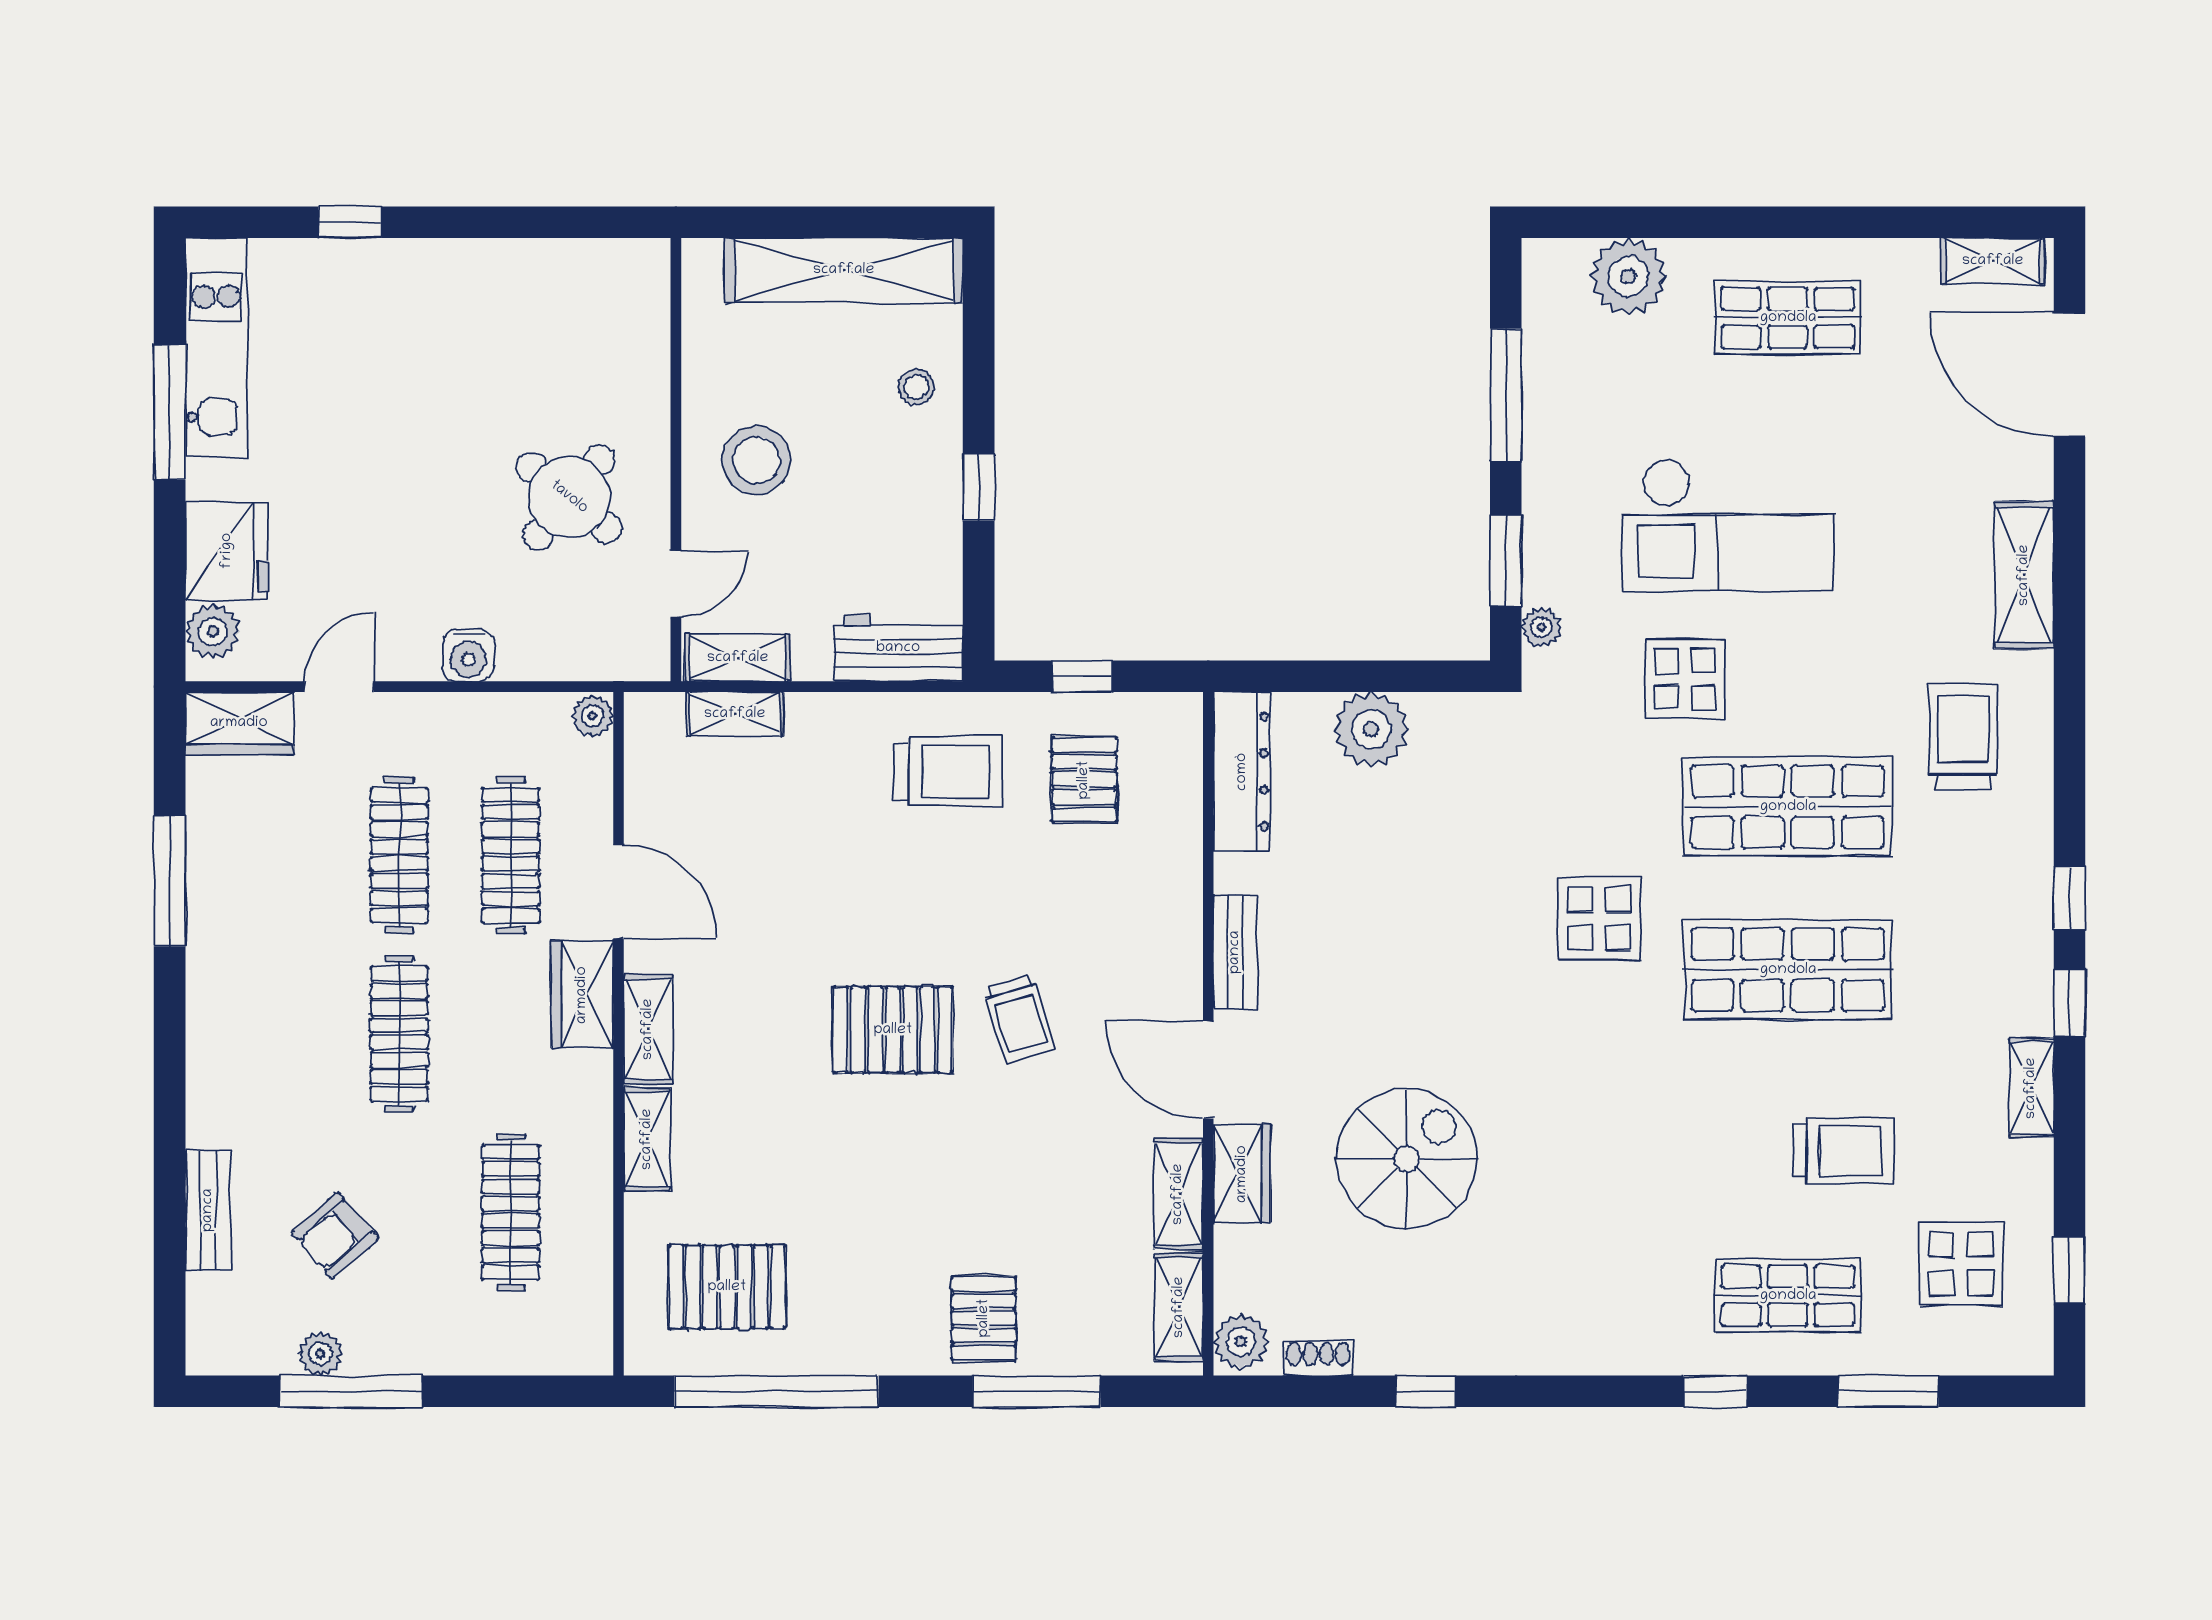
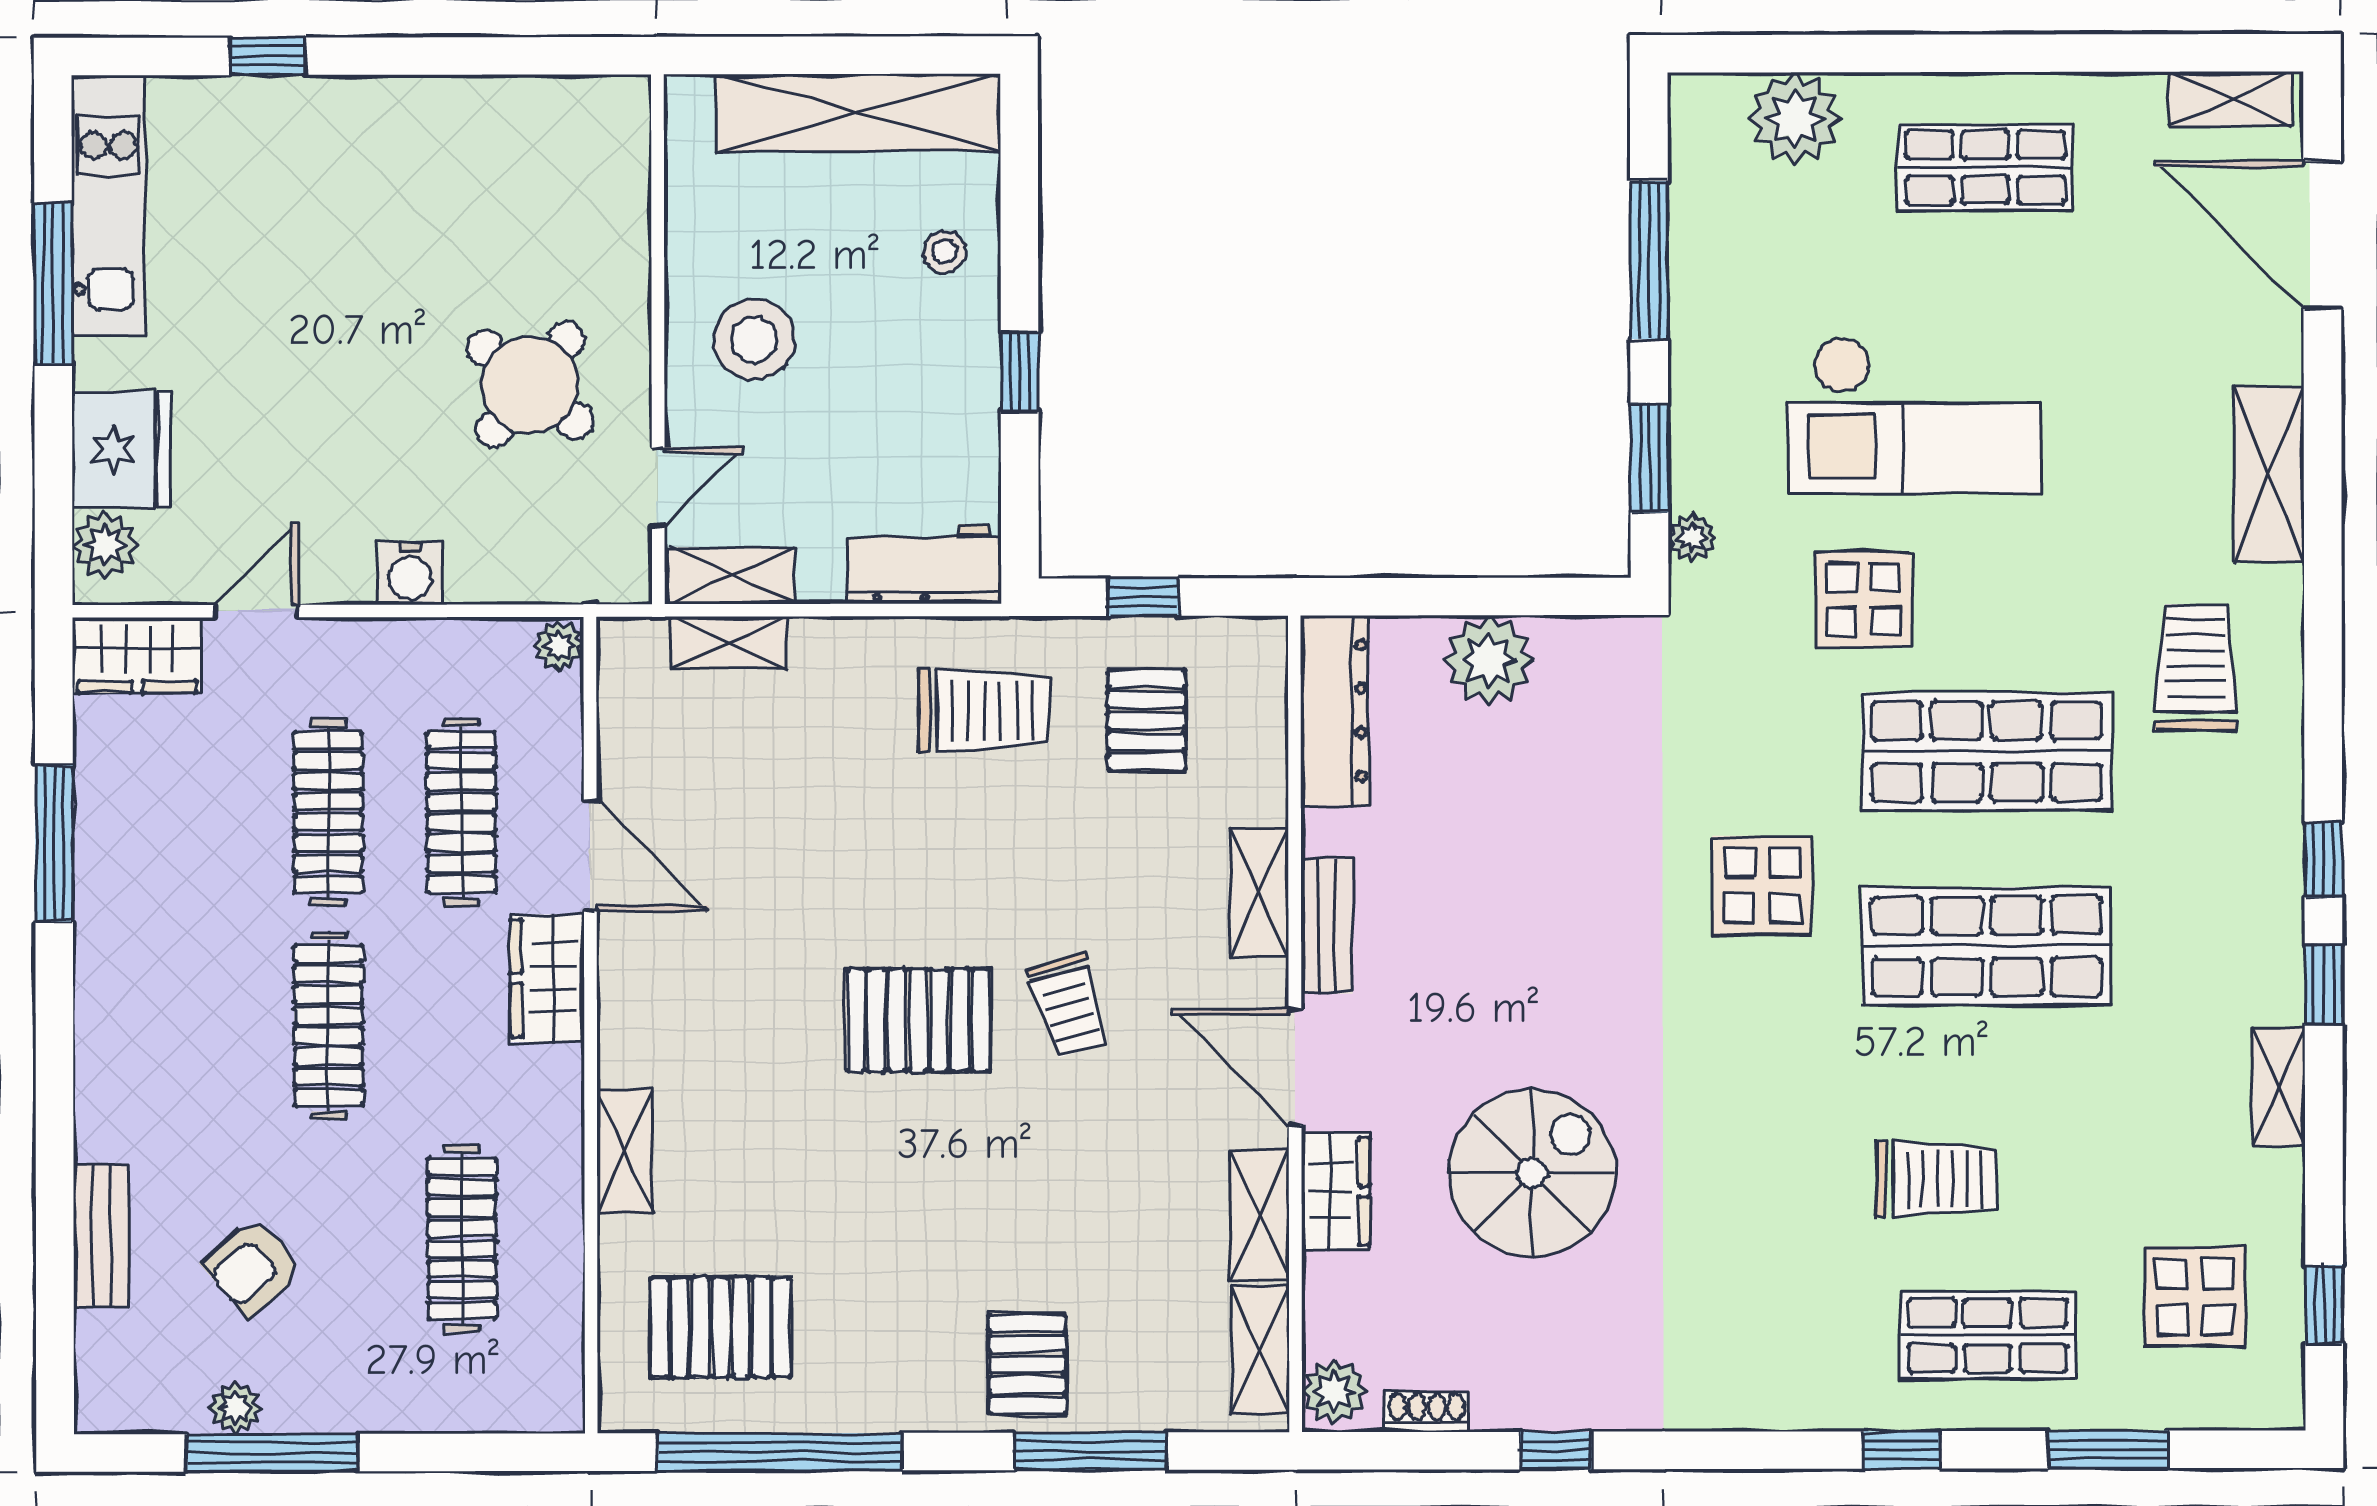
shelving: (648, 1029) -> (1259, 893), moved
trolley: (1843, 1151) -> (1937, 1179), moved

